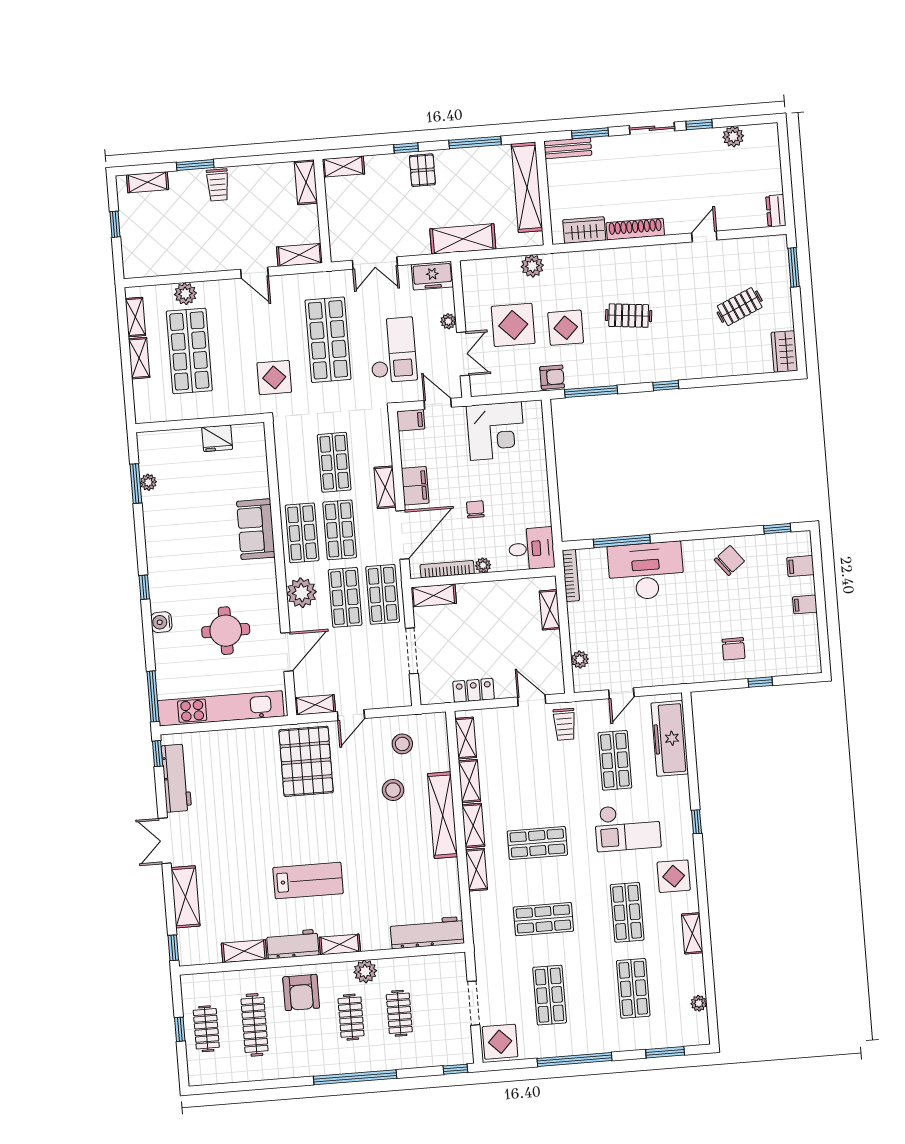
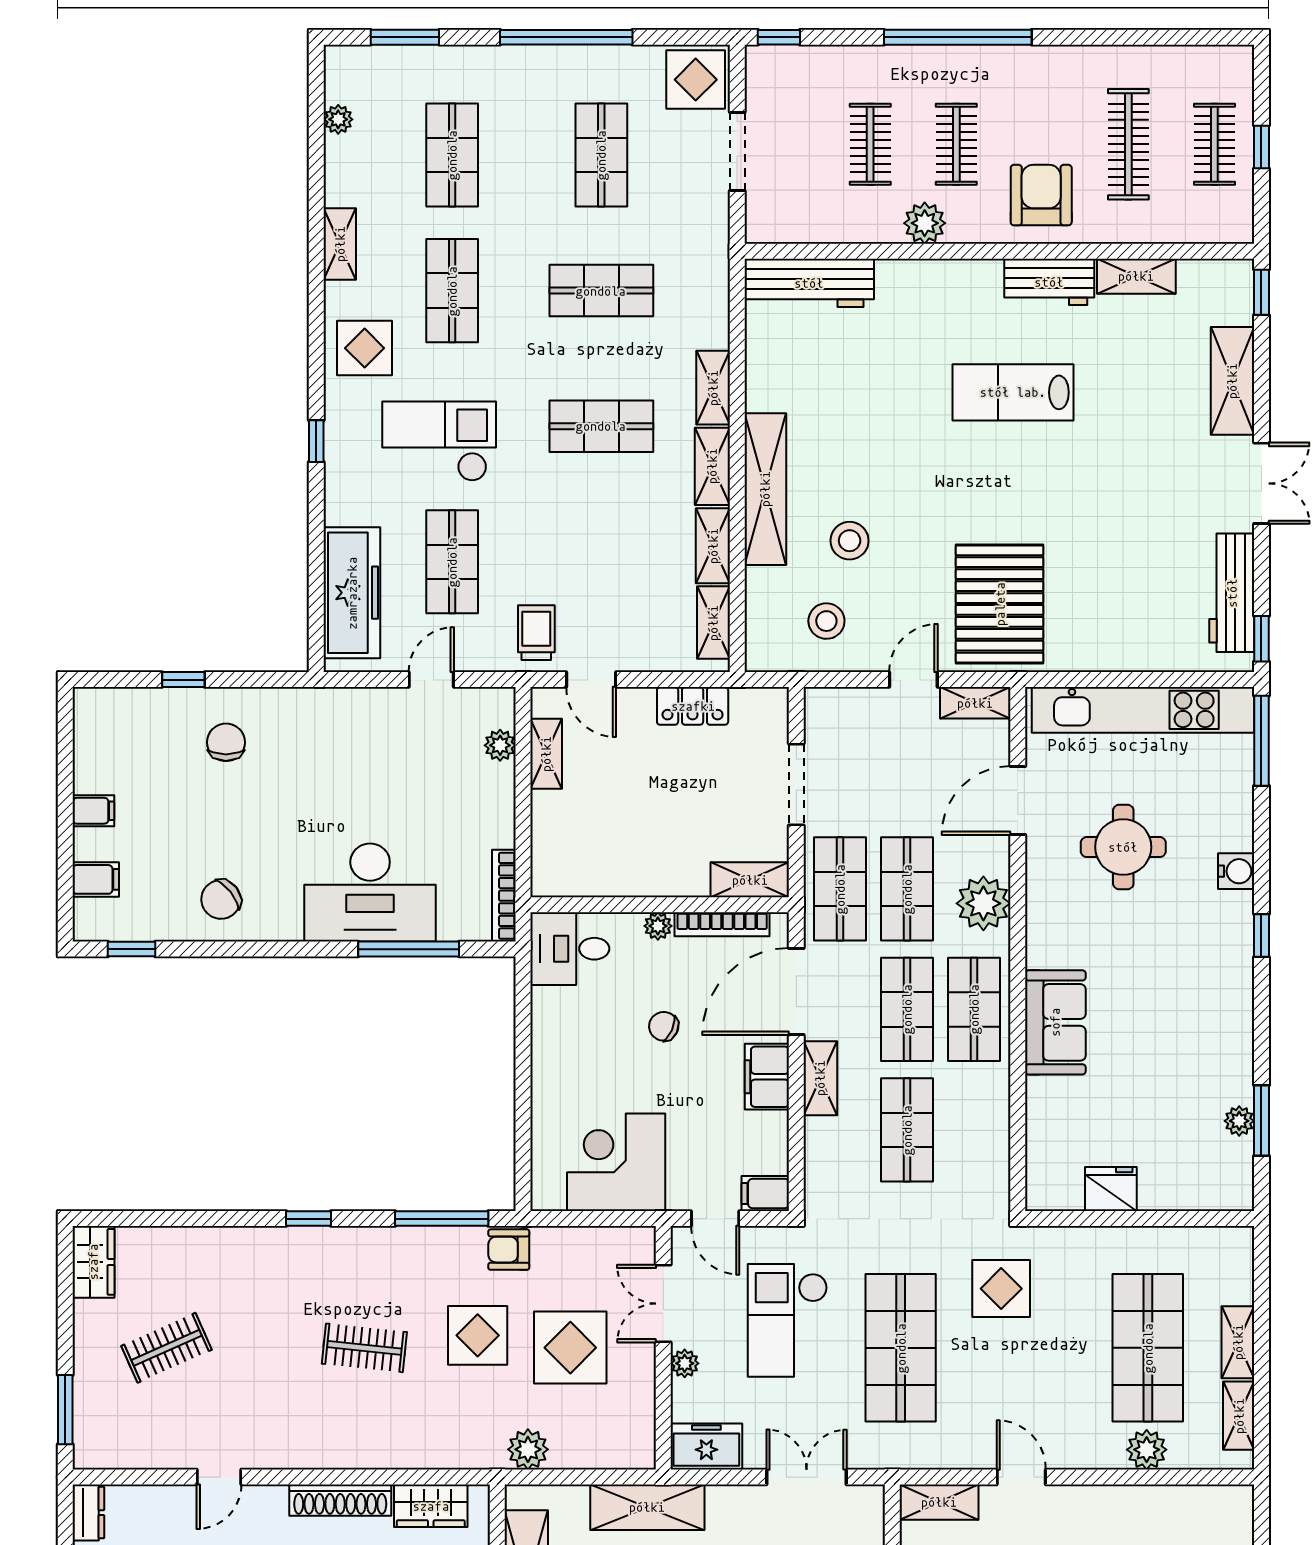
chair: (475, 509) -> (664, 1026), turned 114
shelving: (550, 610) -> (546, 754), moved
shelving: (340, 944) -> (966, 275), removed

